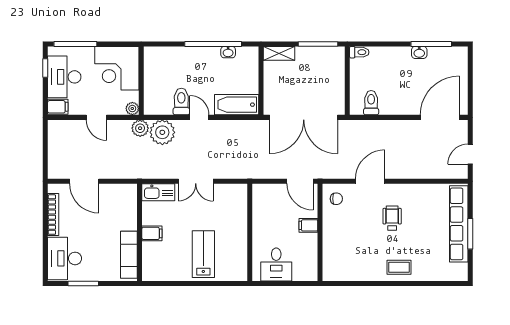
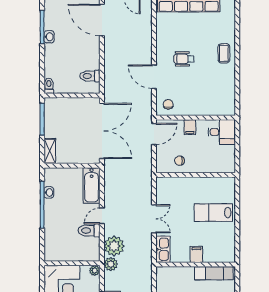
chair: (267, 213) -> (179, 161), added
desk: (276, 264) -> (222, 132), moved

